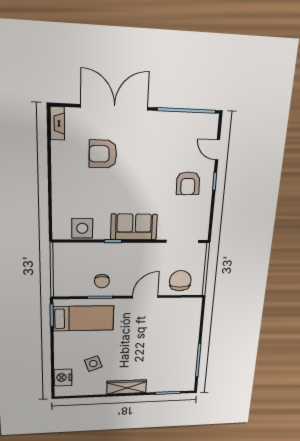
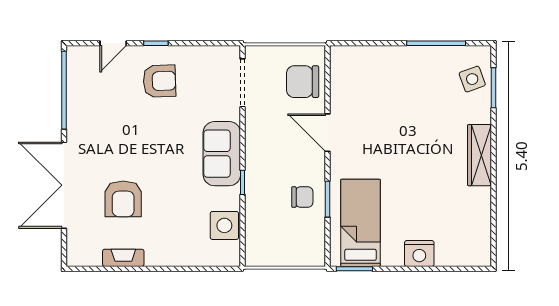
fireplace: (57, 123) -> (123, 258), moved
side table: (93, 364) -> (472, 79), moved
nightstand: (63, 378) -> (419, 253), moved

